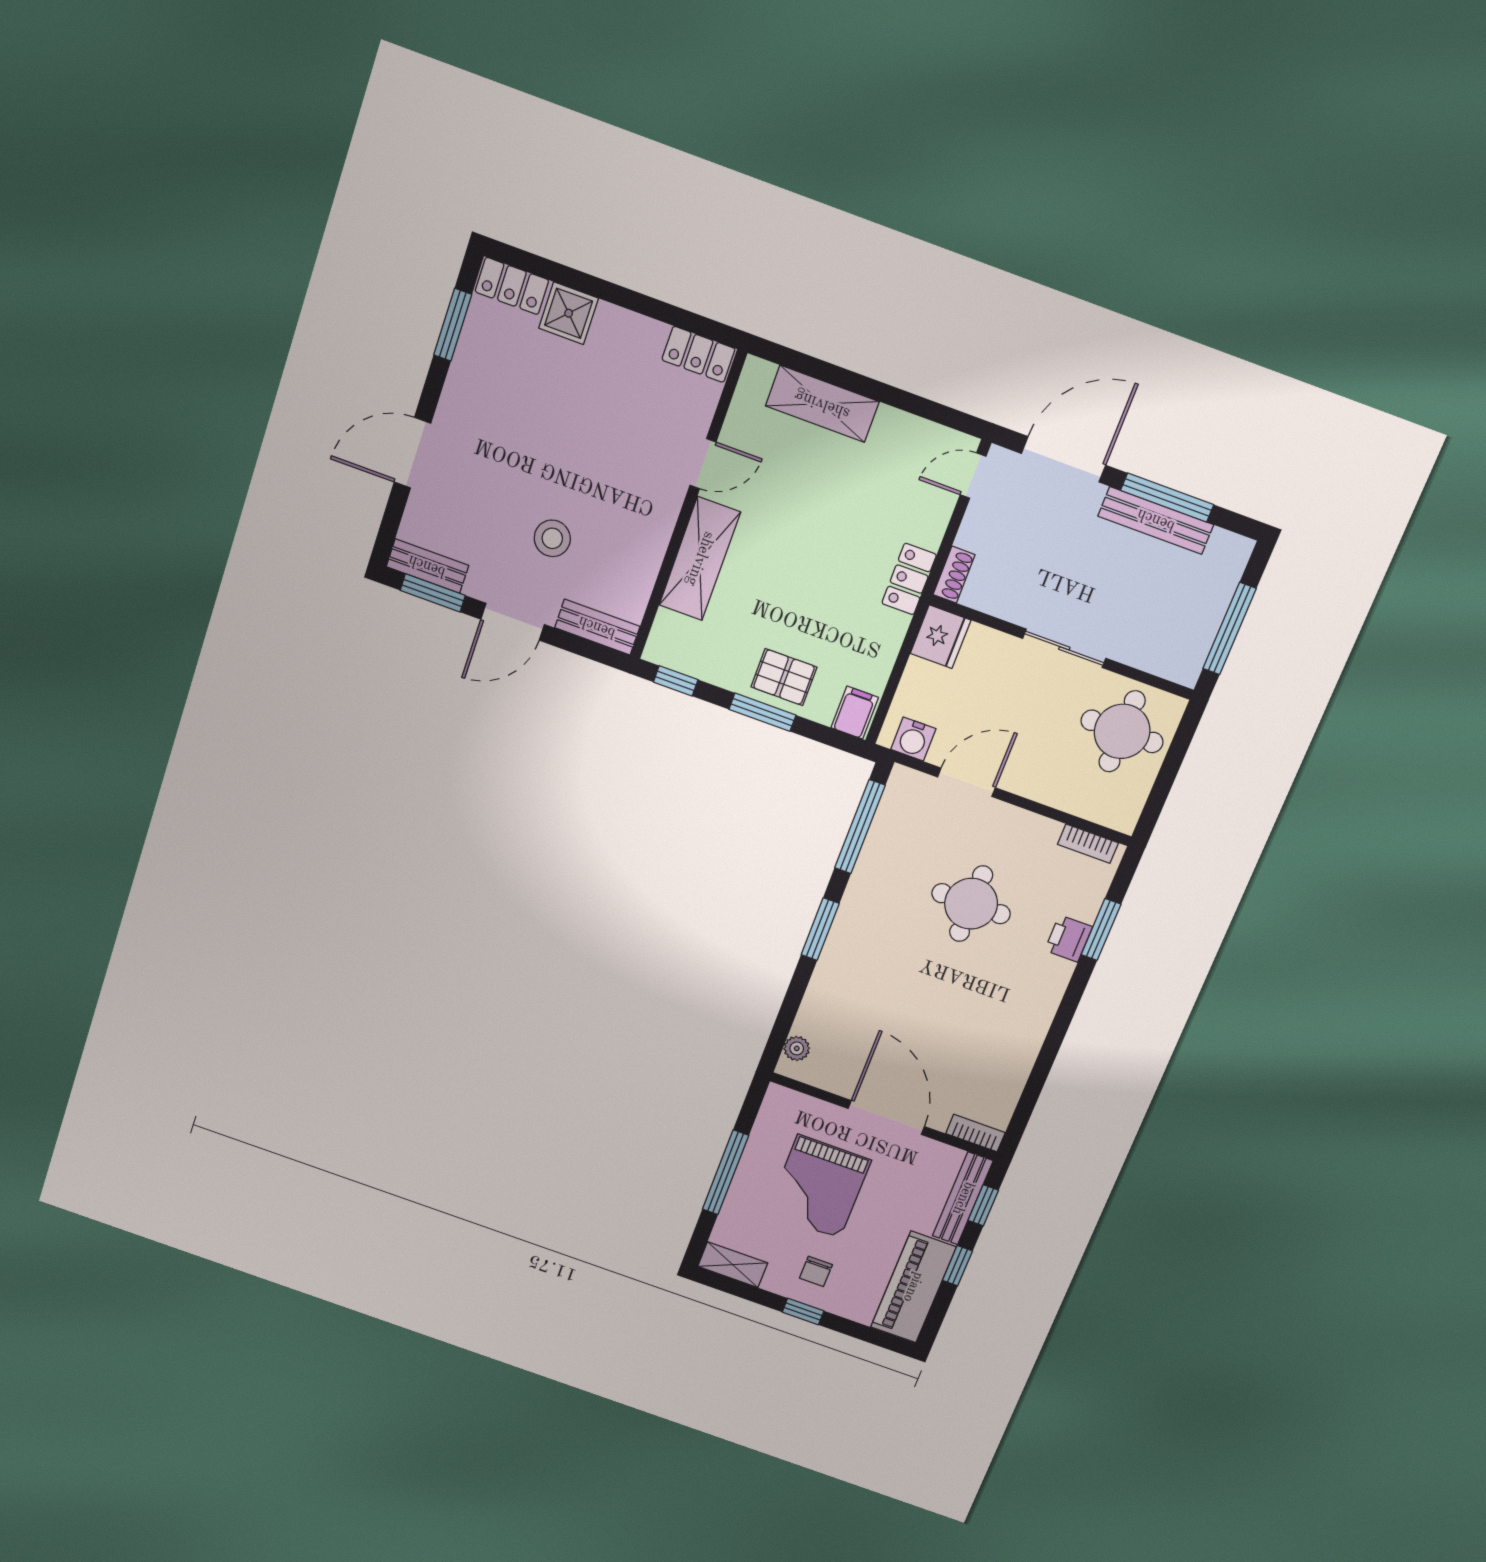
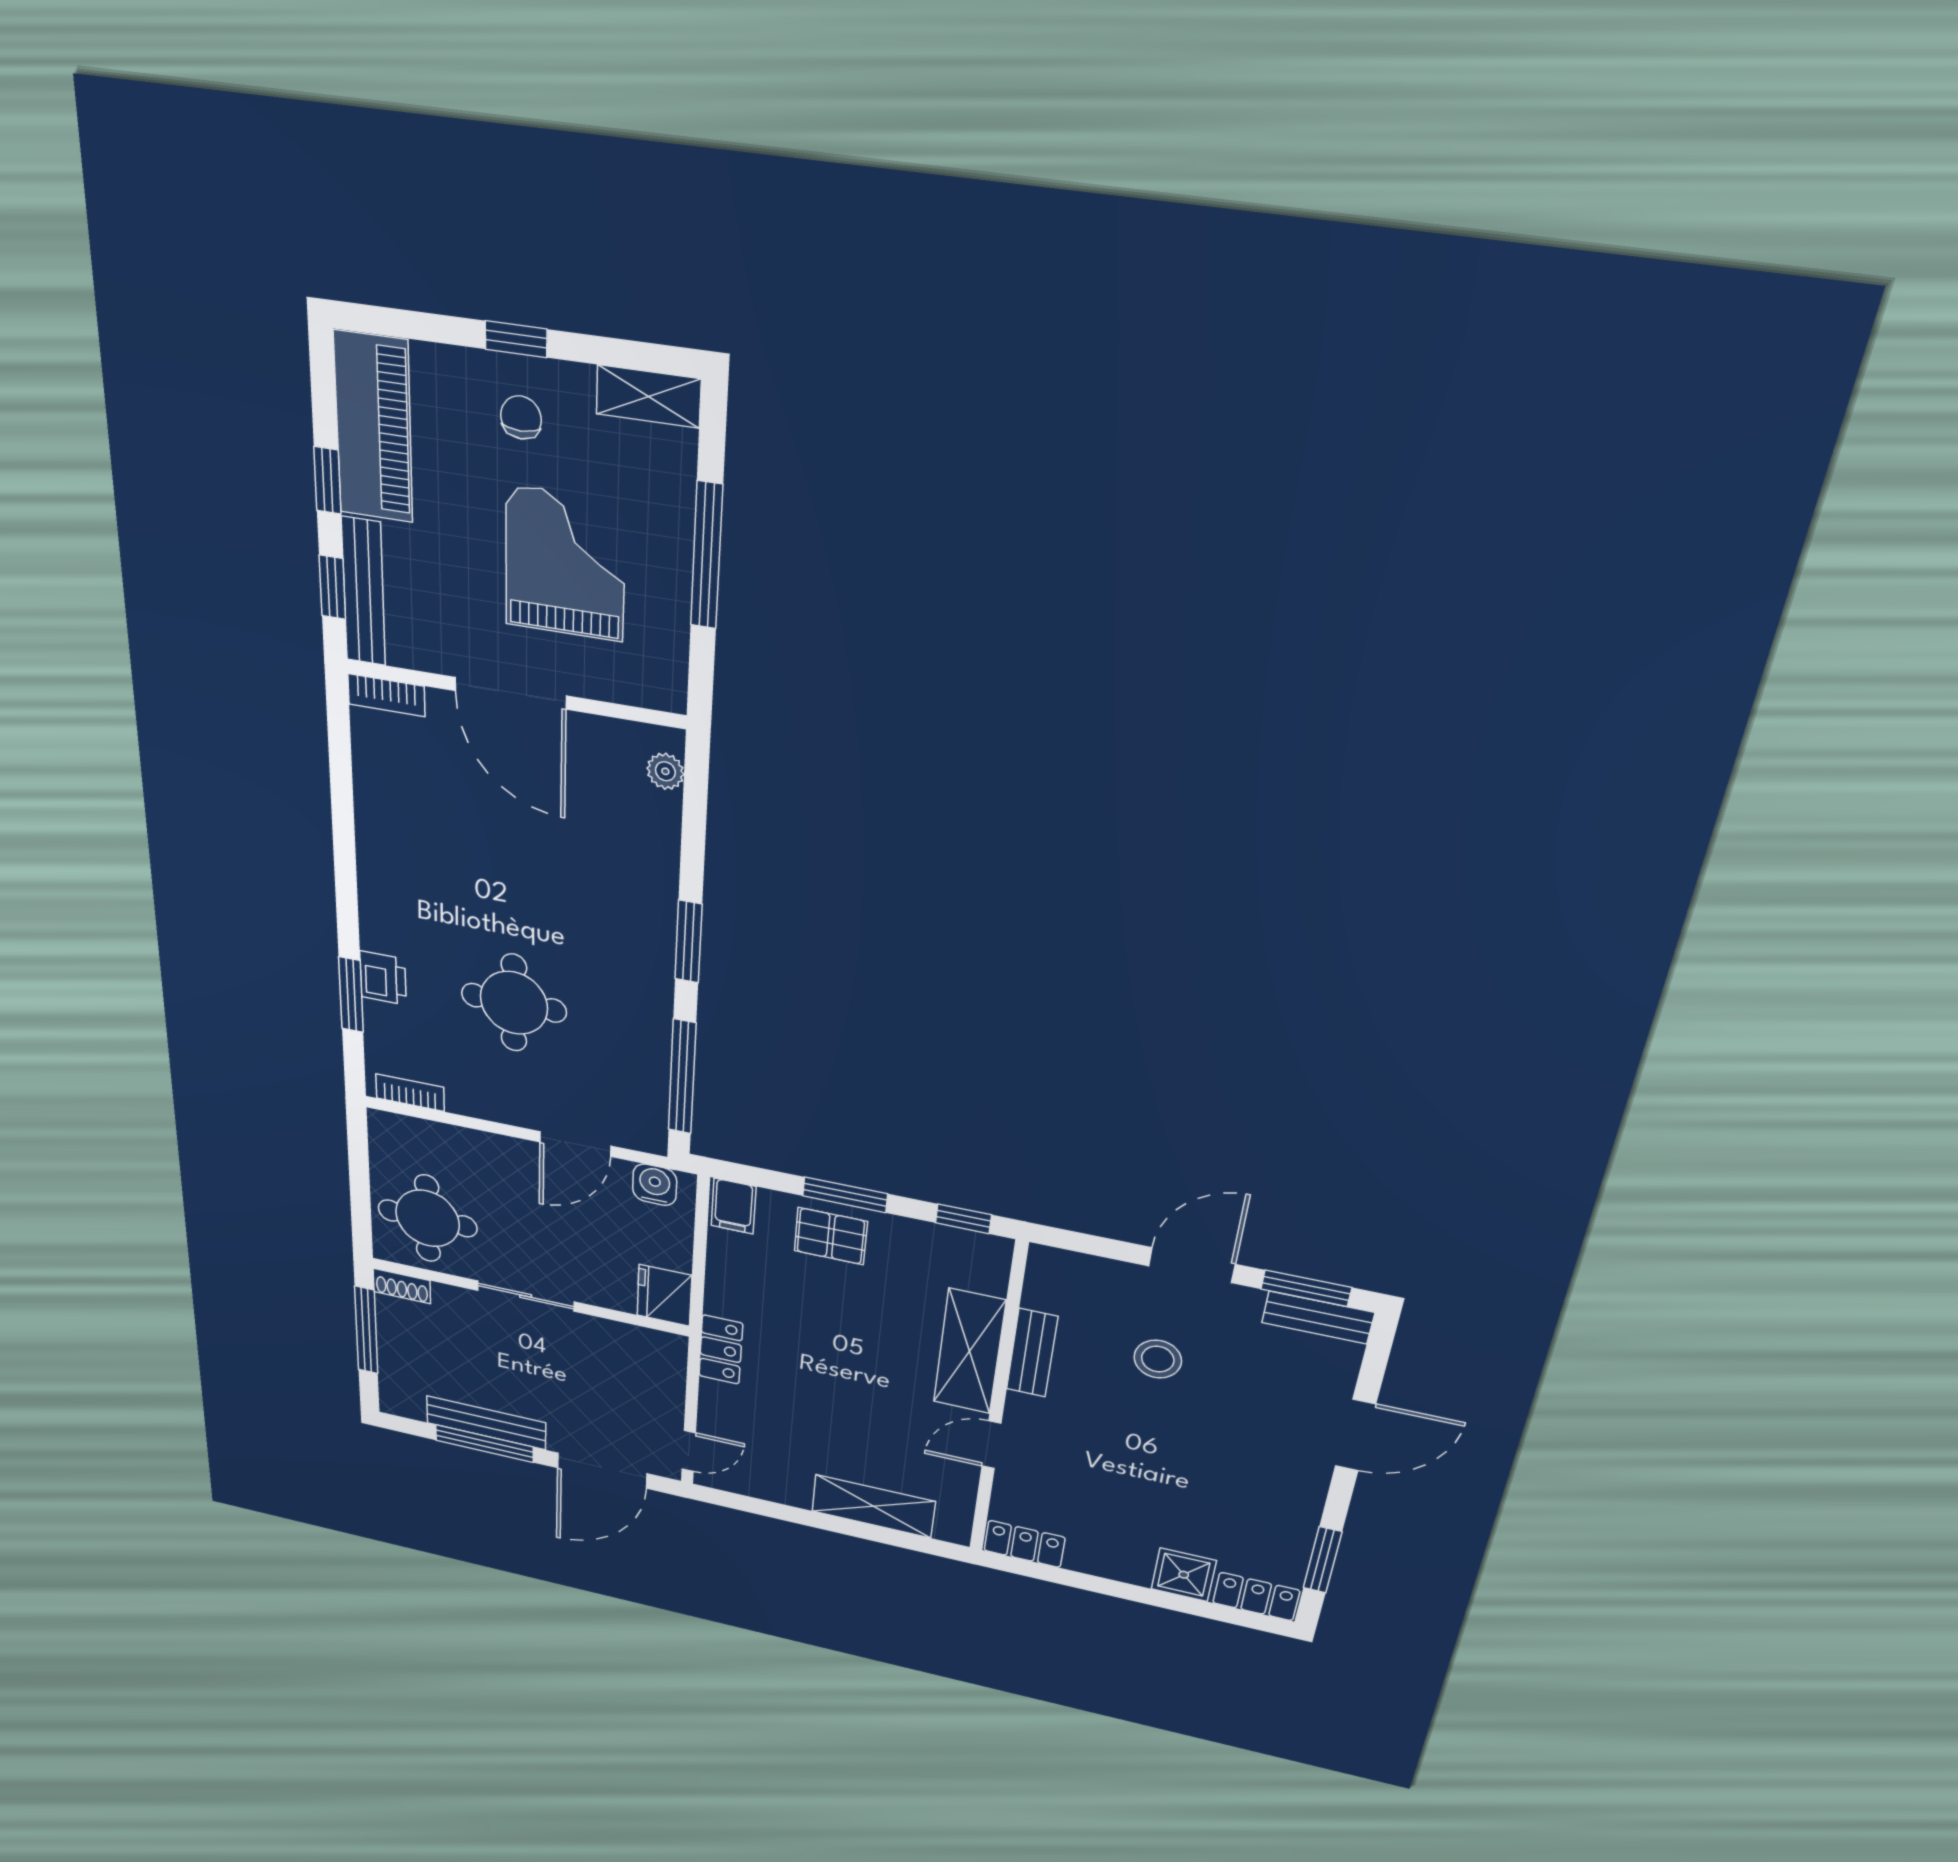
shoe rack: (954, 575) -> (402, 1286), moved, turned -90
bench: (597, 627) -> (1032, 1353), moved, turned 90

